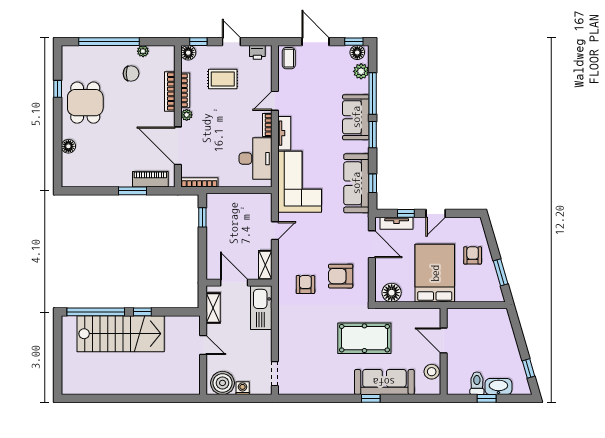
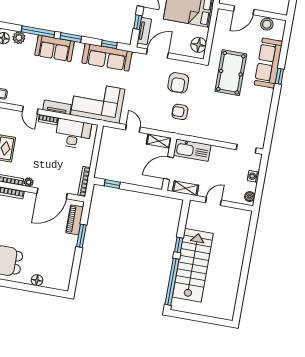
boiler: (223, 383) -> (250, 197), width x0.54, depth x0.54

